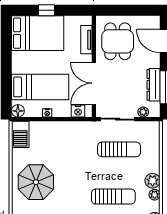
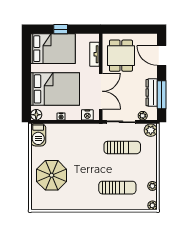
double door: (94, 83) -> (101, 91), swing flipped
bed: (40, 87) -> (55, 89), width x1.50
plant: (153, 181) -> (151, 130), moved

